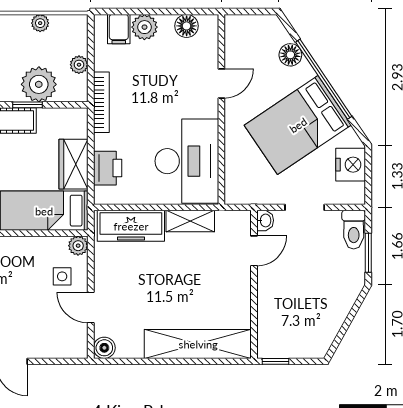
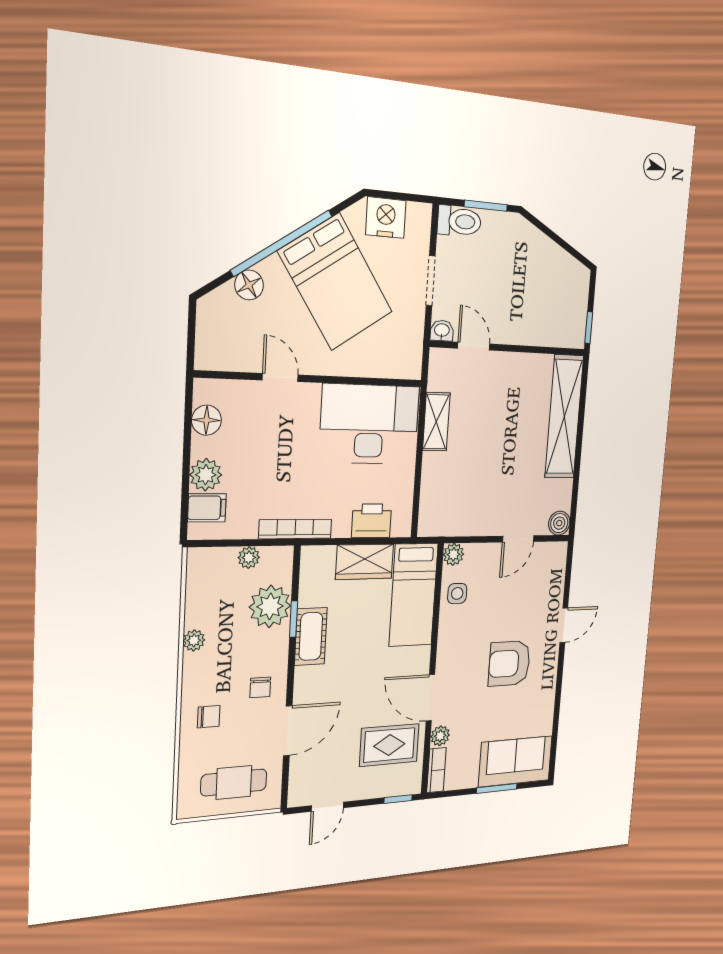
plant: (40, 23) -> (194, 640), moved
freezer: (131, 226) -> (437, 493), removed
side table: (62, 276) -> (457, 593), moved

